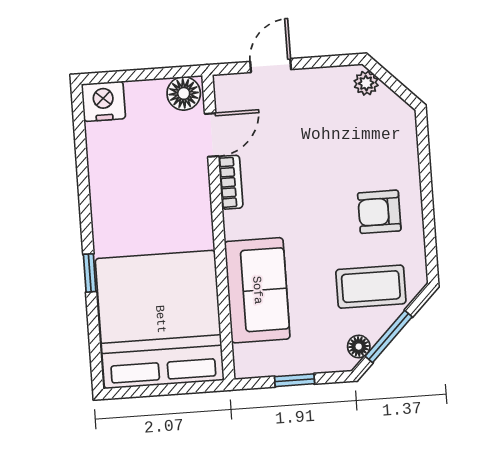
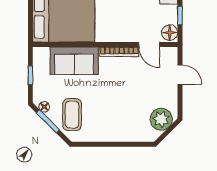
window: (146, 74) -> (180, 15), added
plant: (366, 83) -> (161, 119), width x1.87, depth x1.87
bookcase: (231, 182) -> (119, 52), width x1.56
armchair: (379, 212) -> (107, 121), removed

